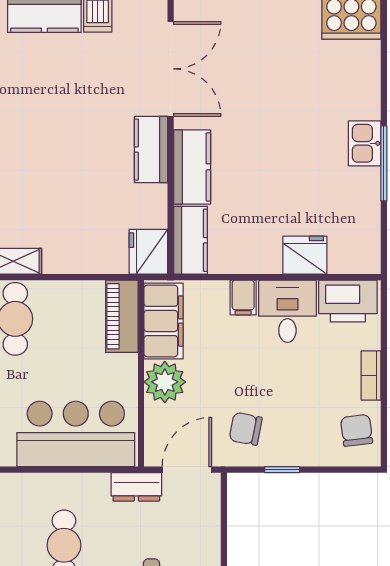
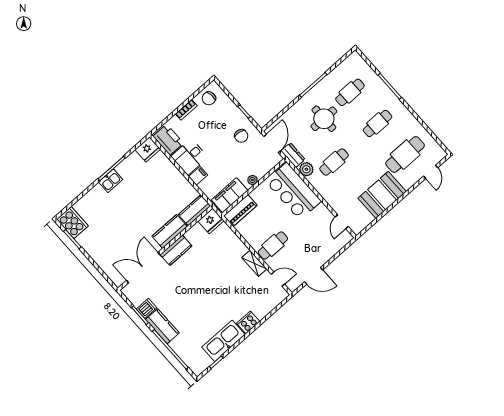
fridge: (305, 255) -> (148, 149), moved, turned -90
plant: (165, 382) -> (252, 180), width x0.53, depth x0.53
door: (187, 470) -> (272, 143), swing flipped
plant: (93, 488) -> (306, 169), added

